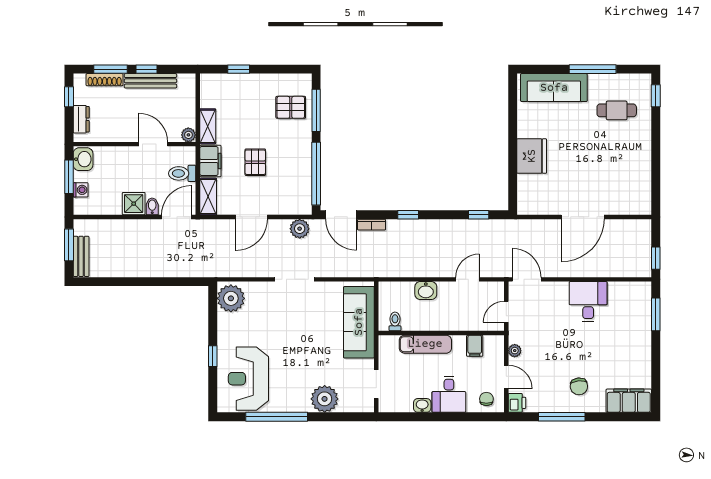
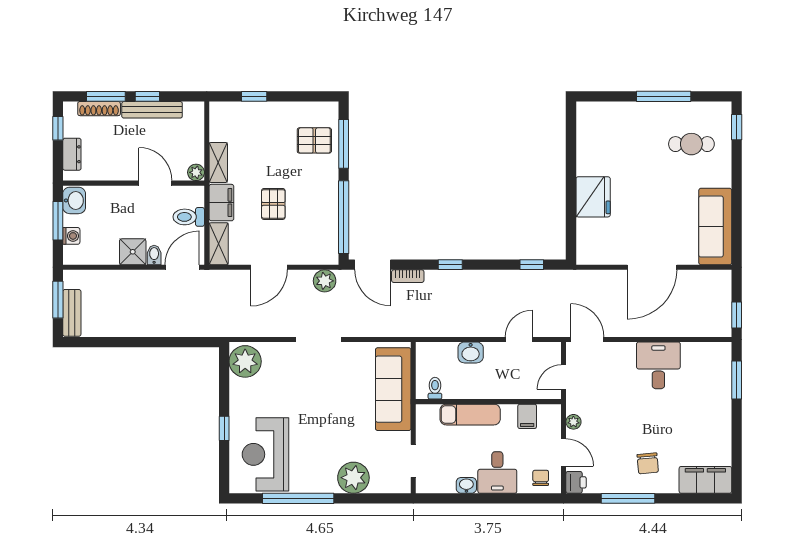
sofa: (554, 88) -> (715, 226), moved, turned 90

